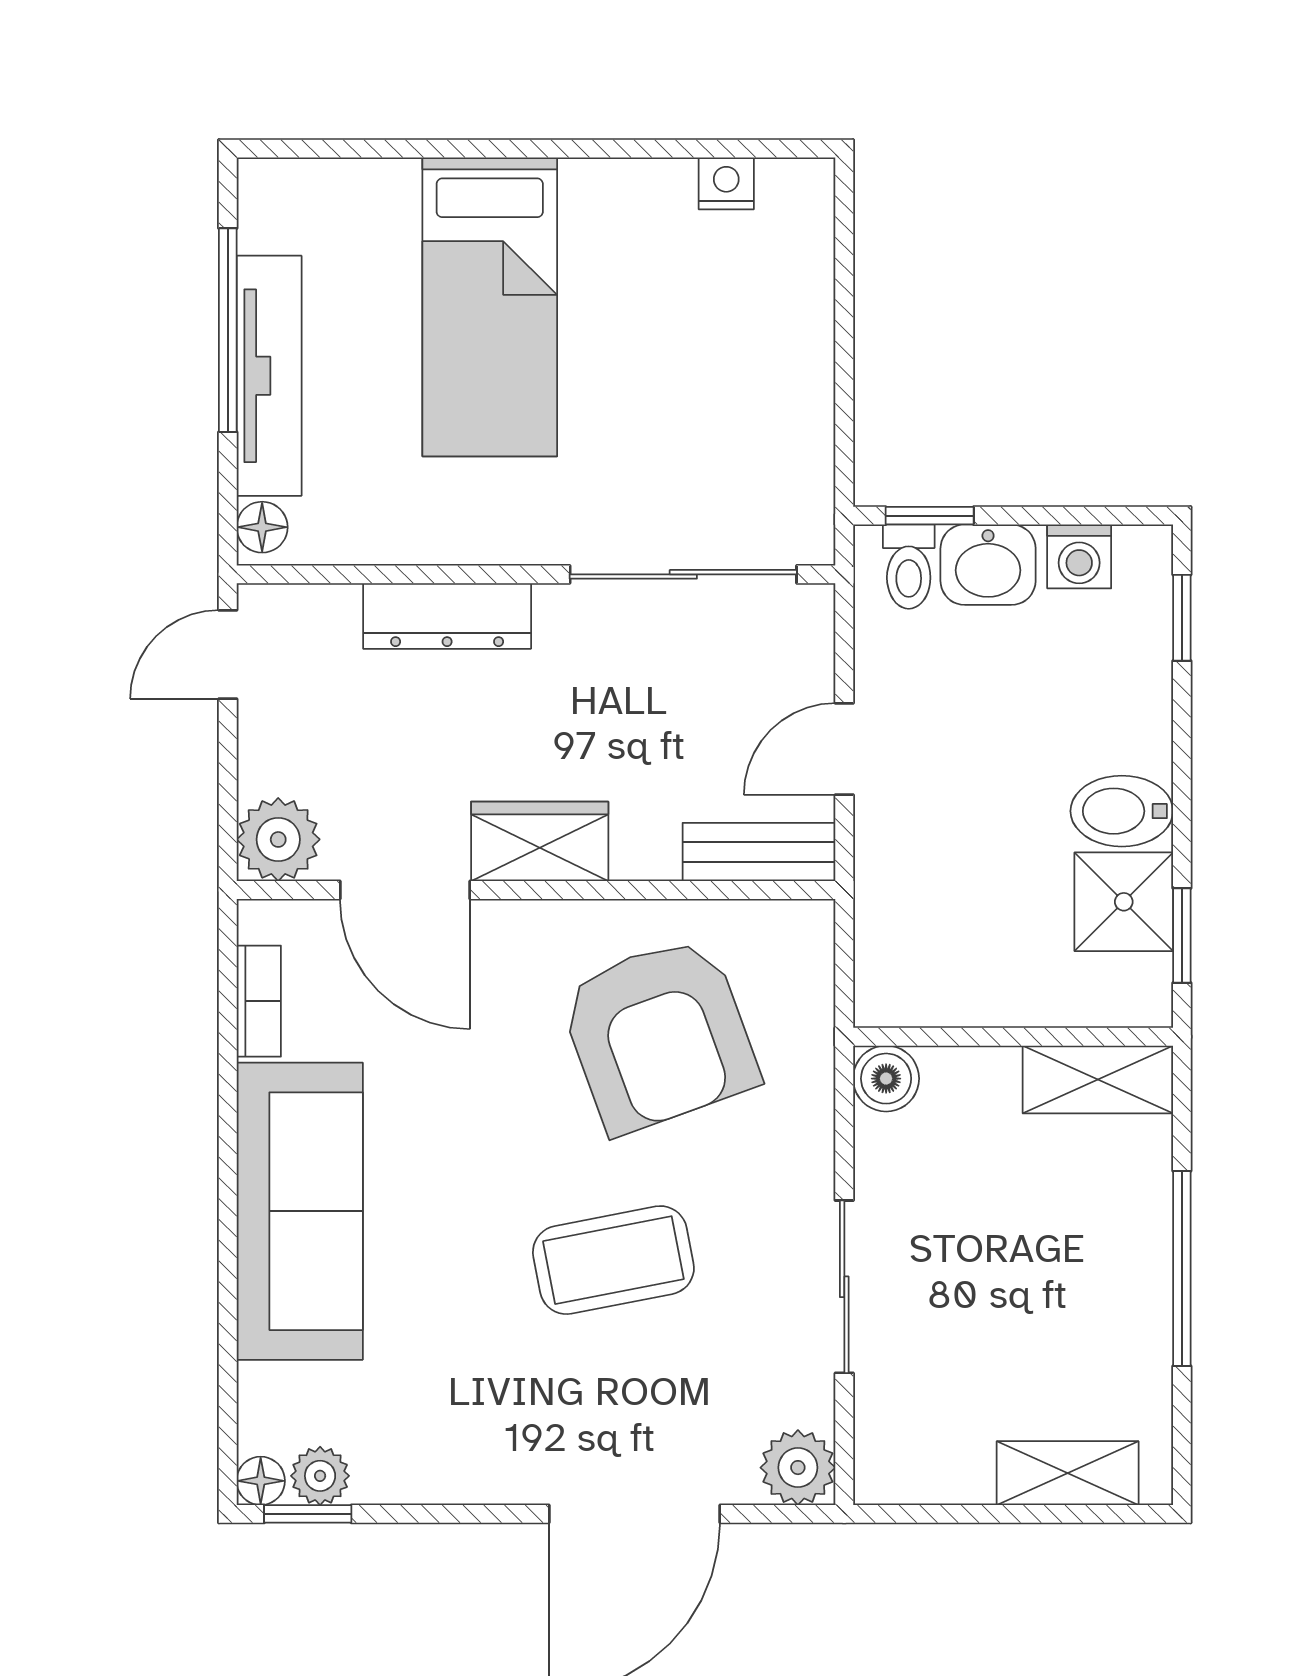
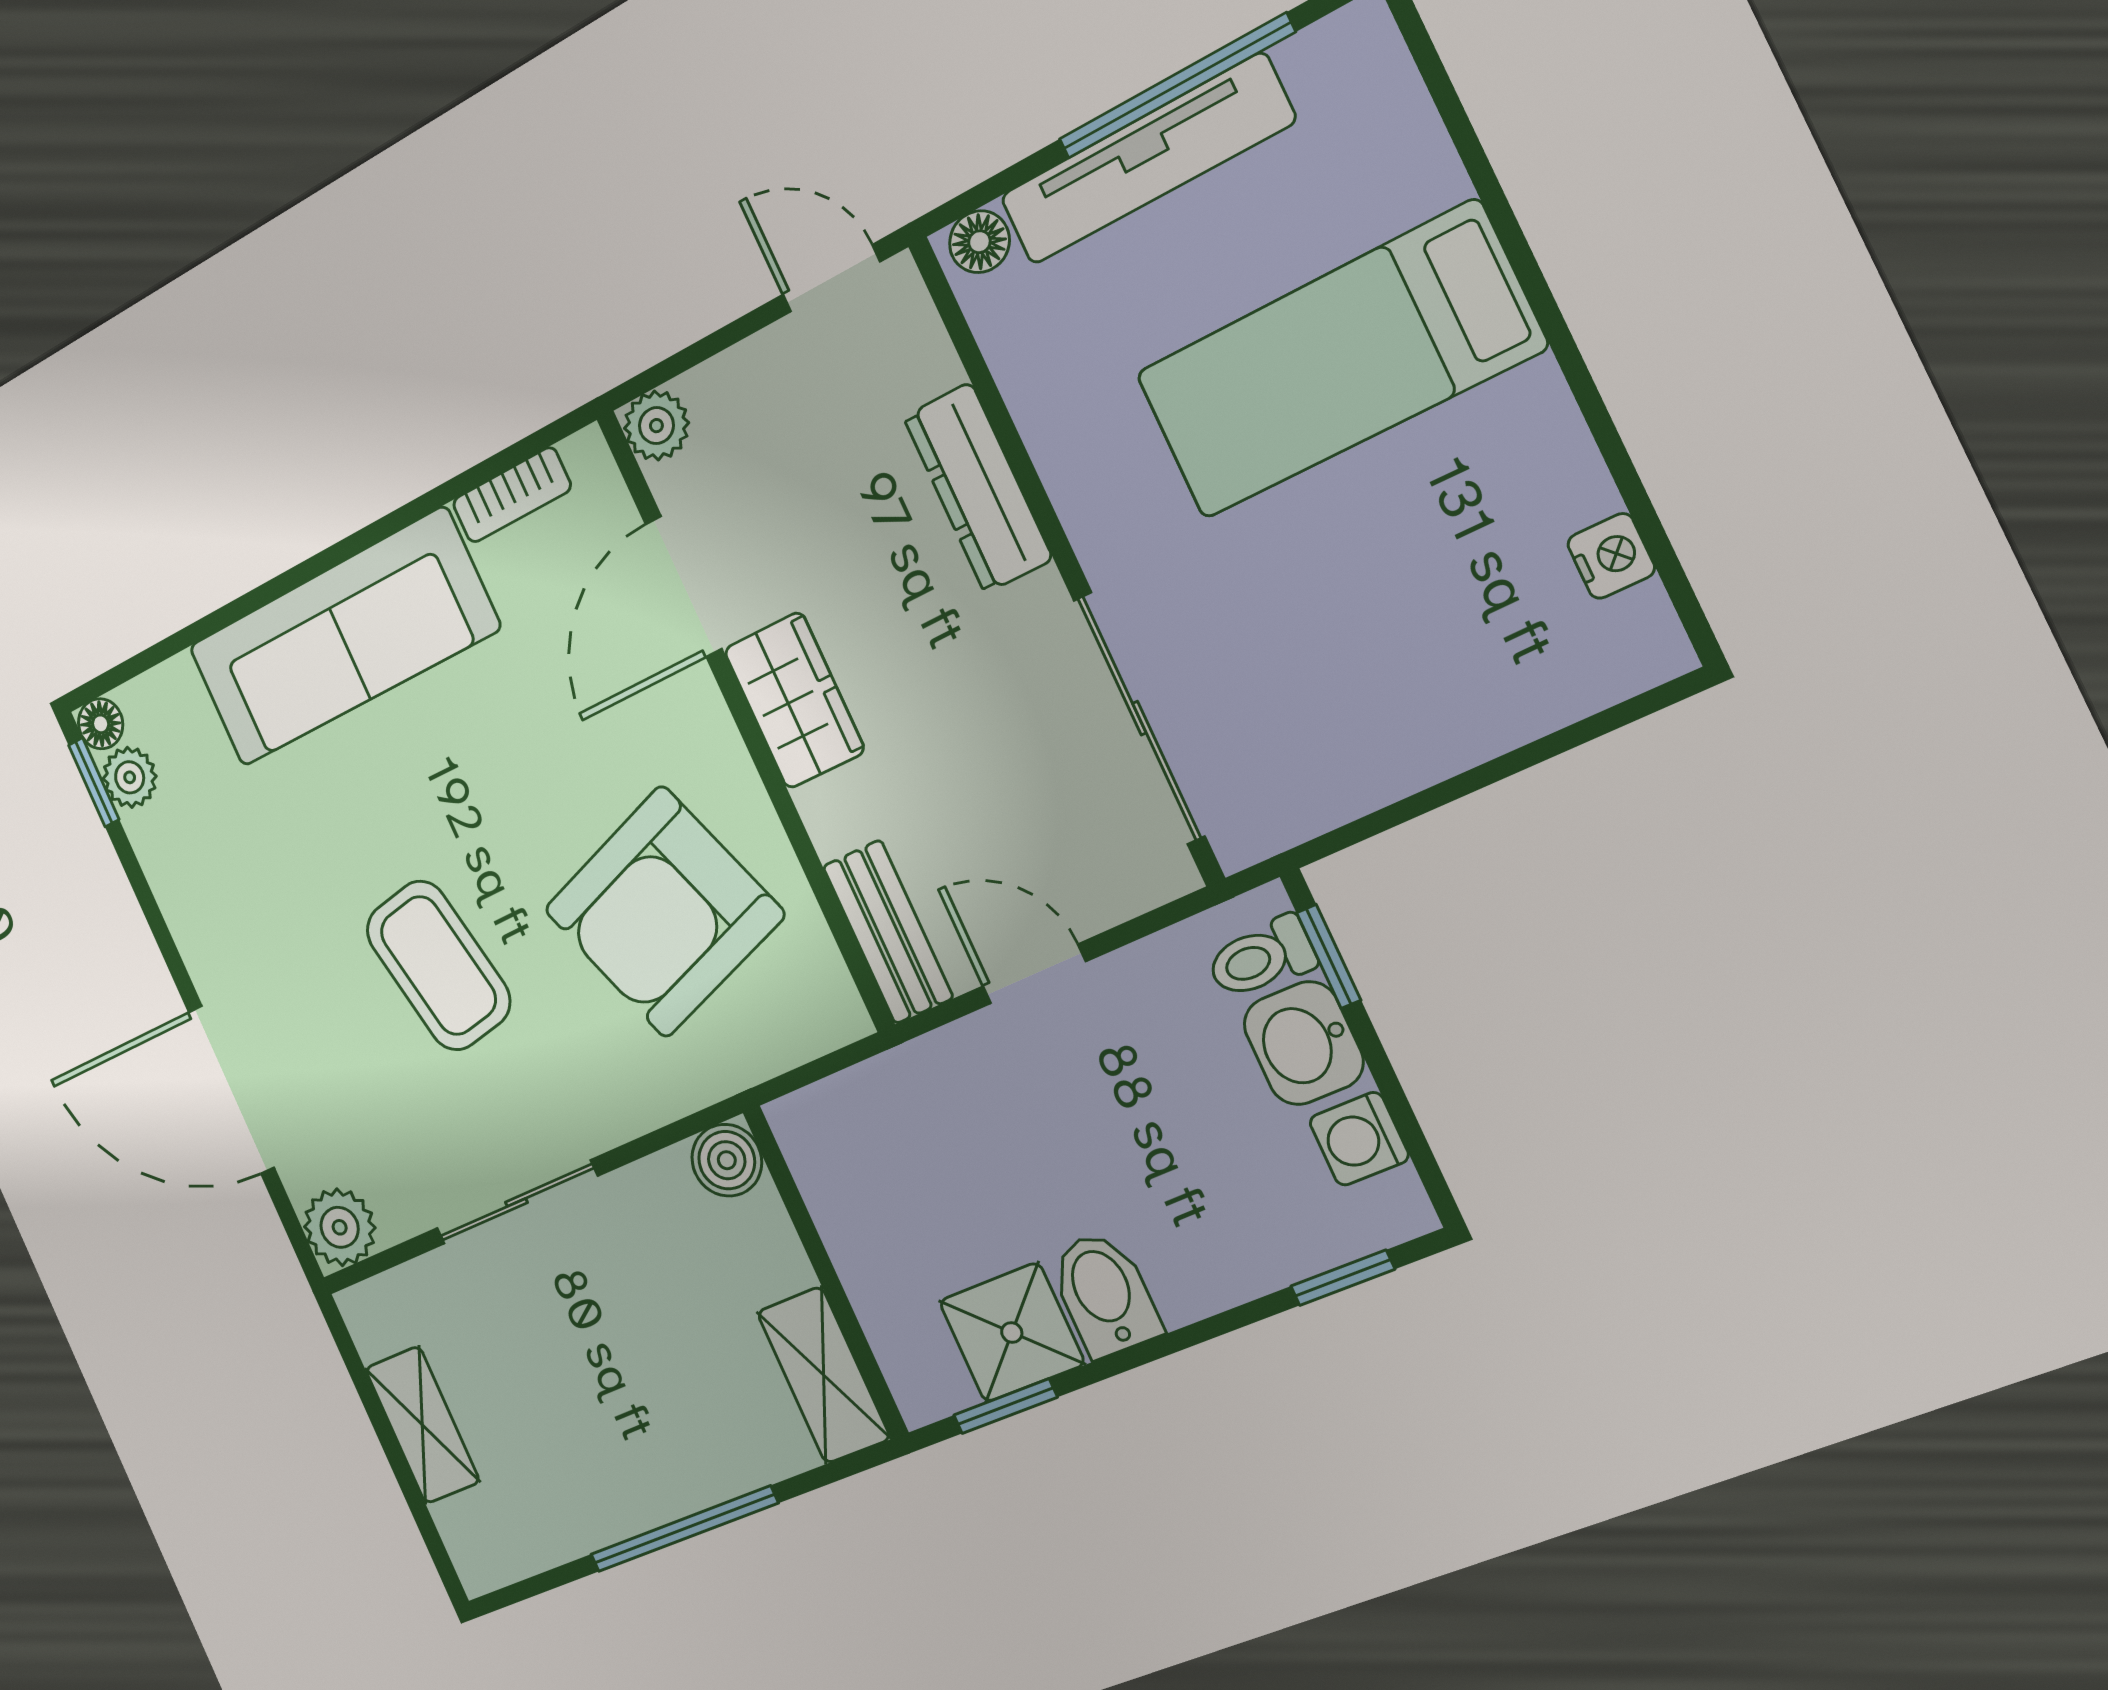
plant: (278, 839) -> (656, 426), width x0.73, depth x0.73
shelving: (1068, 1473) -> (422, 1425), moved

